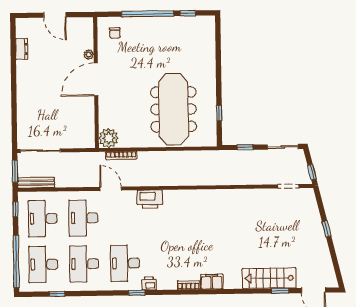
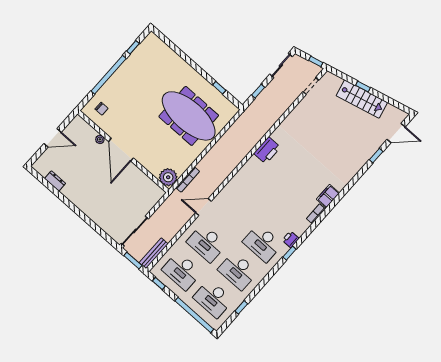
printer: (150, 199) -> (267, 150), moved
stairs: (269, 278) -> (362, 99), moved, turned -104

